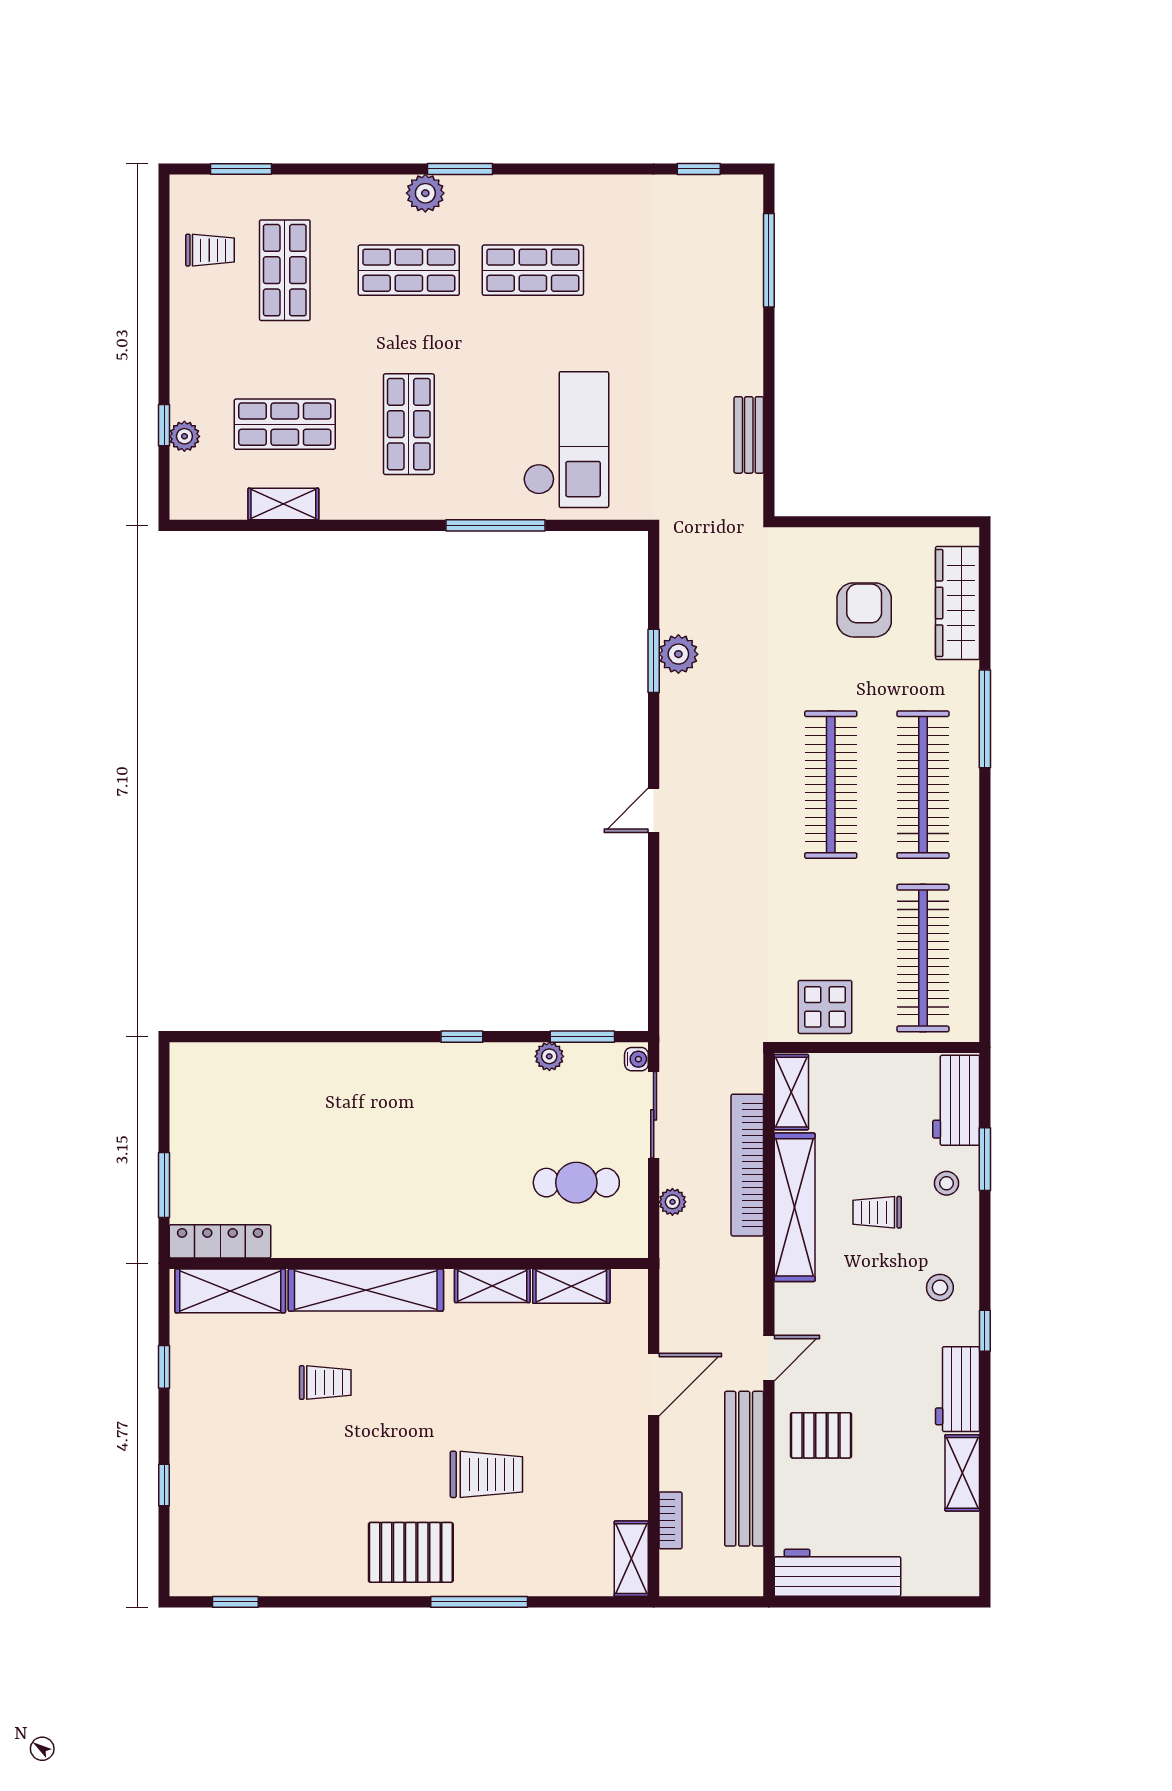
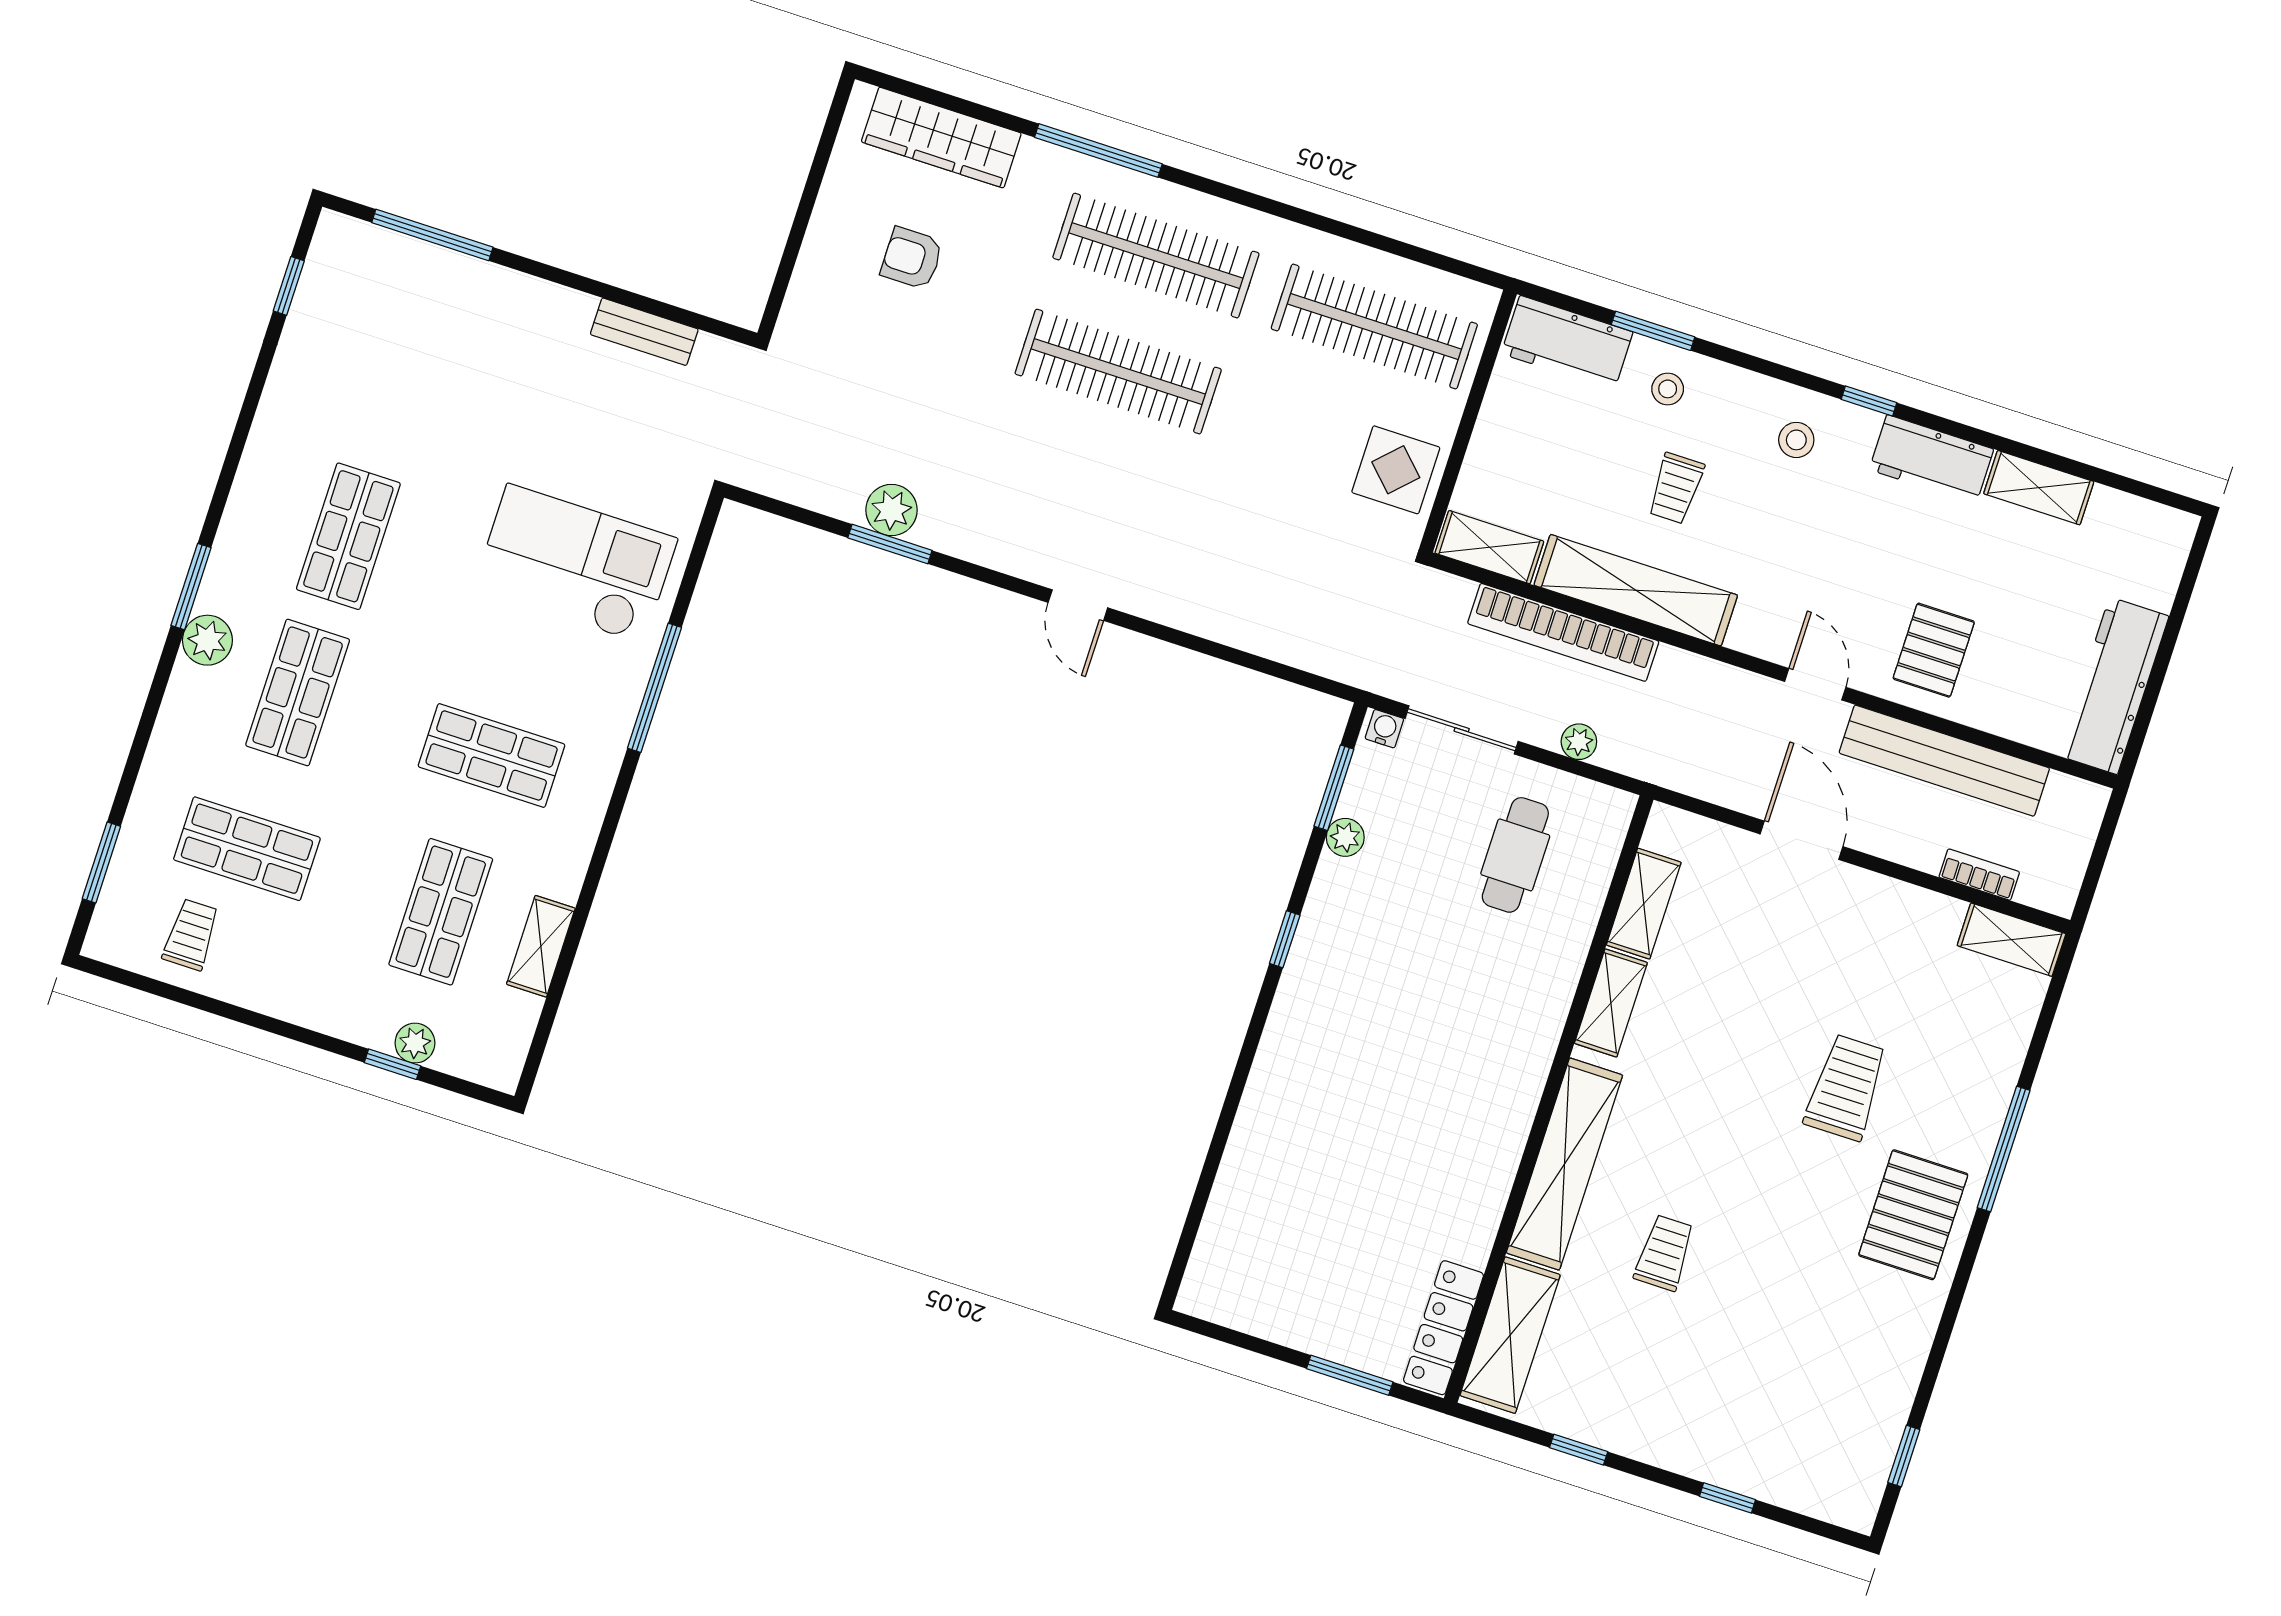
armchair: (864, 610) -> (912, 258), width x0.72, depth x0.72

